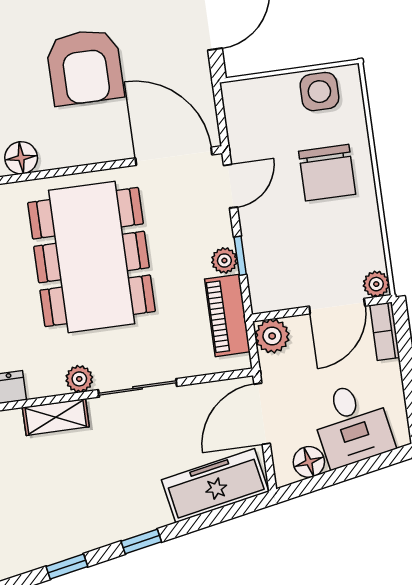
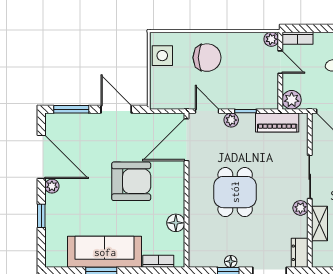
dining table: (92, 257) -> (235, 192), width x0.53, depth x0.80
plant: (224, 260) -> (231, 120), moved
door: (337, 306) -> (280, 62), width x0.73

